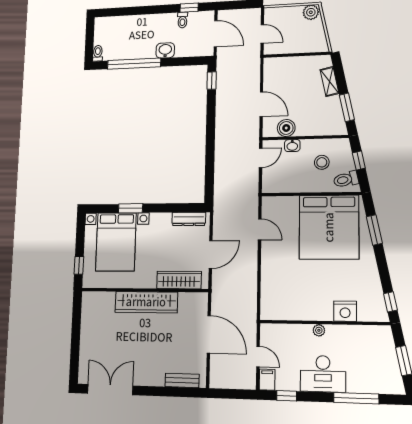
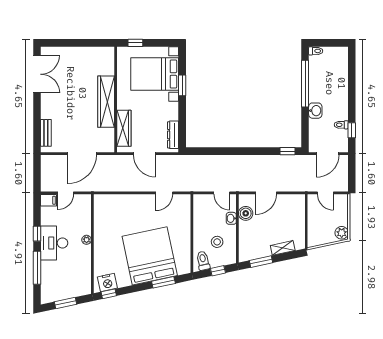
door: (262, 34) -> (325, 193), hinge flipped
bed: (329, 227) -> (150, 256), moved, turned 78
nightstand: (345, 311) -> (107, 283), moved, turned -102
window: (287, 396) -> (37, 234), moved

